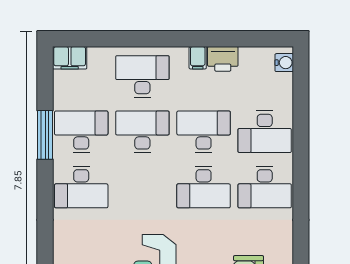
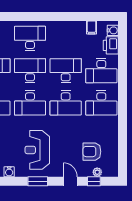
filing cabinet: (198, 58) -> (92, 28), moved
printer: (223, 59) -> (111, 45), moved, turned 90
desk: (142, 187) -> (30, 103), added

